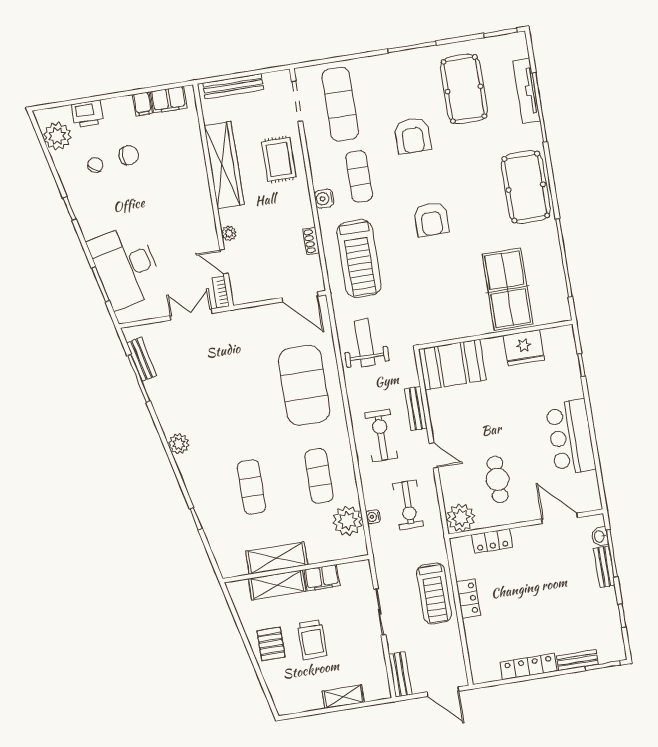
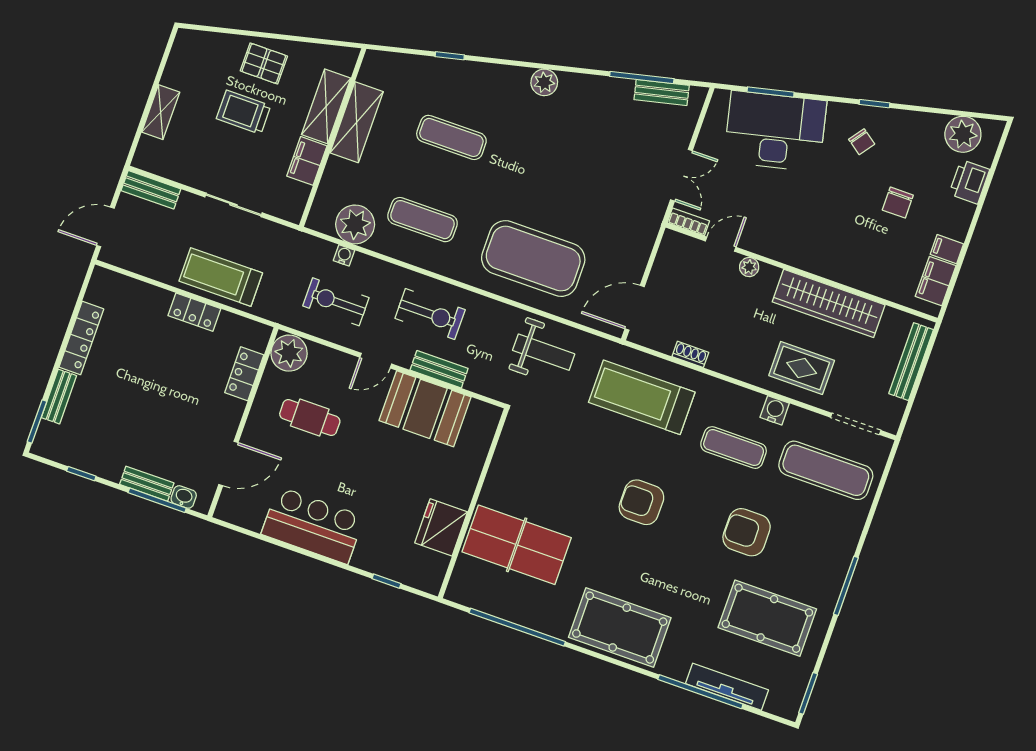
chair: (95, 165) -> (862, 142), moved
water cooler: (324, 199) -> (775, 410), moved
booth: (452, 365) -> (425, 409), moved, turned 90

